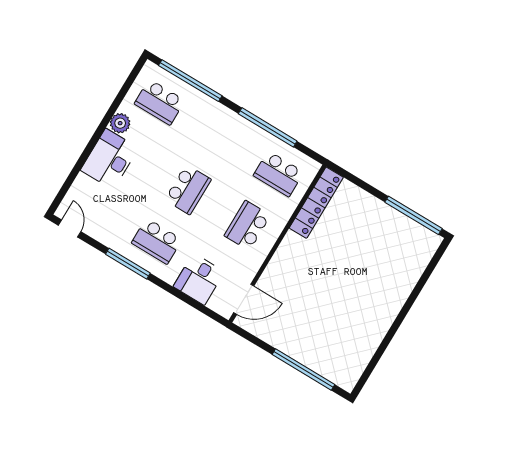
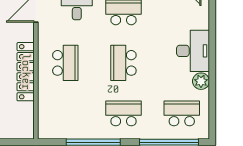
school desk: (279, 174) -> (124, 113), moved
locker: (316, 203) -> (26, 72), moved

